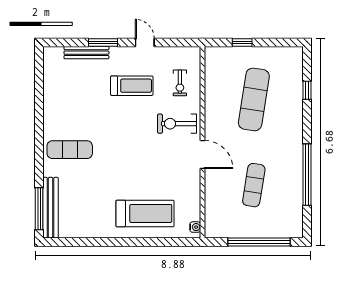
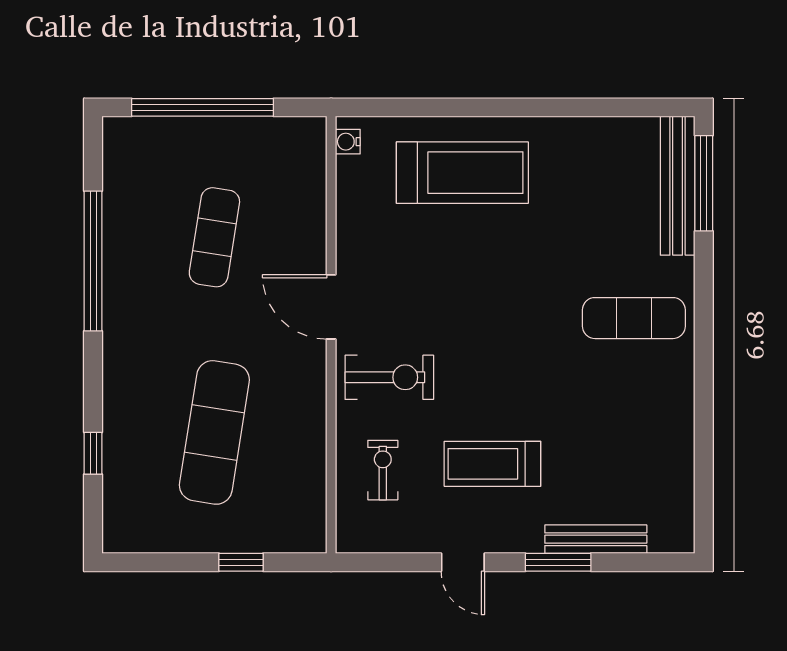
treadmill: (145, 213) -> (462, 173), turned 180

